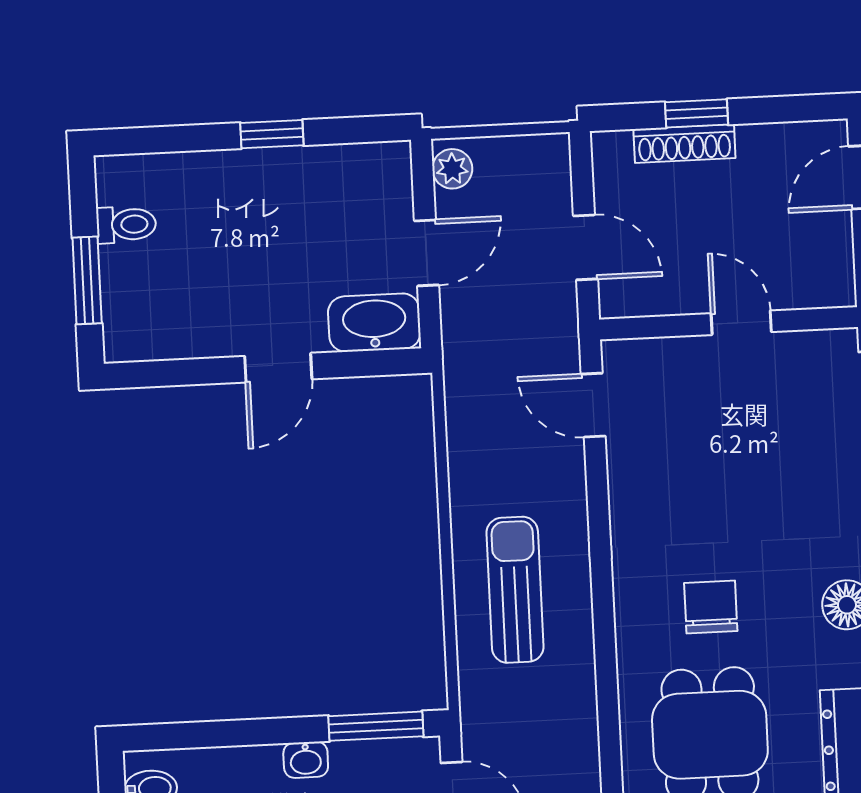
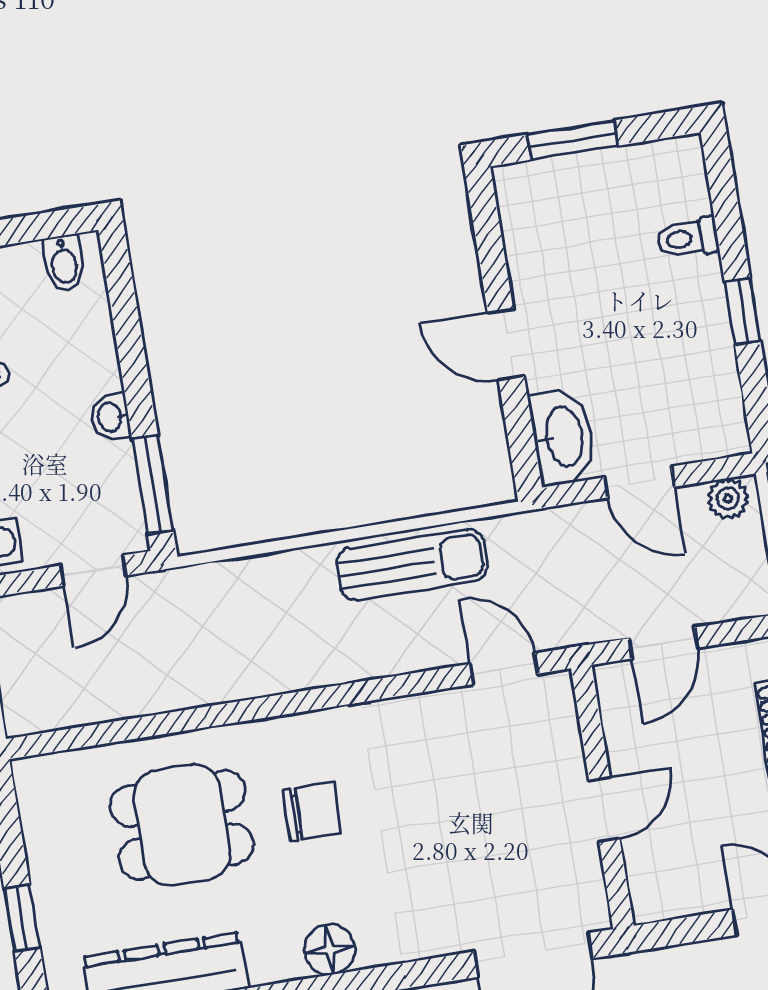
toilet: (126, 225) -> (687, 238), moved, turned 90
door: (593, 405) -> (504, 669), hinge flipped
sun lounger: (515, 590) -> (412, 565), moved

